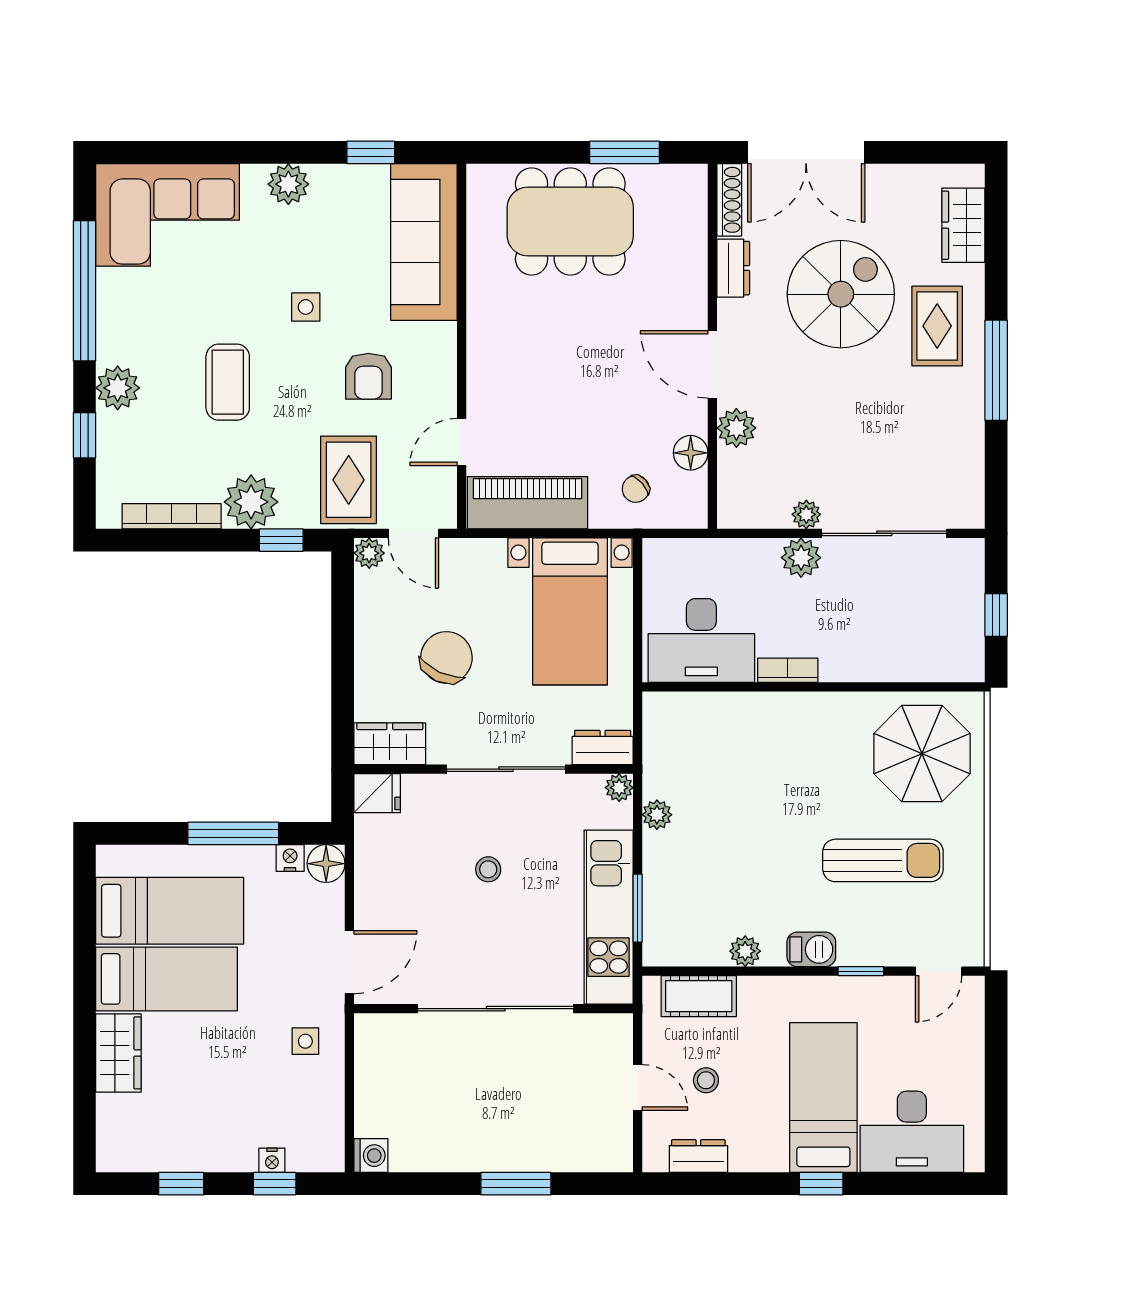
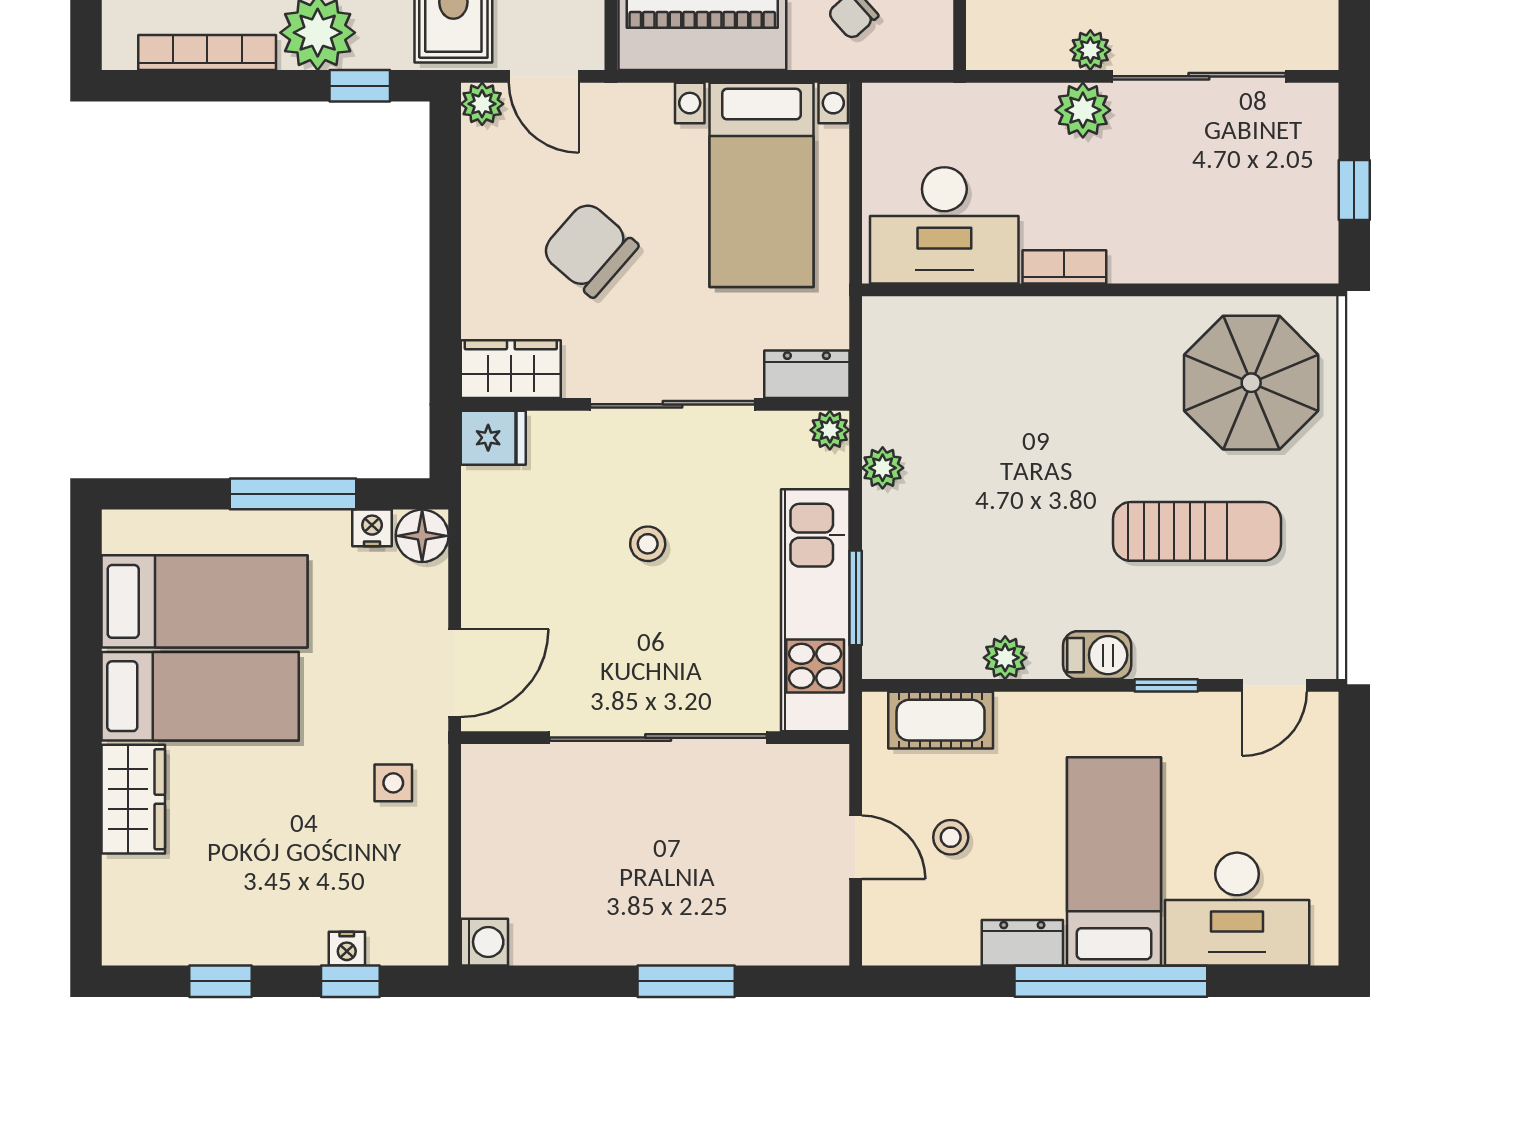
chair: (446, 657) -> (590, 249), turned -74
dresser: (698, 1156) -> (1022, 943), moved
window: (821, 1184) -> (1111, 981), width x3.17

